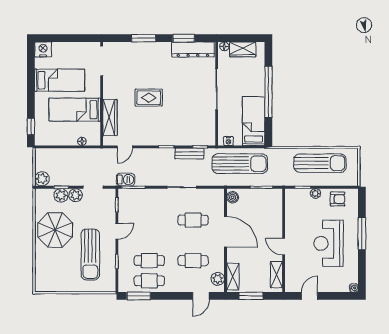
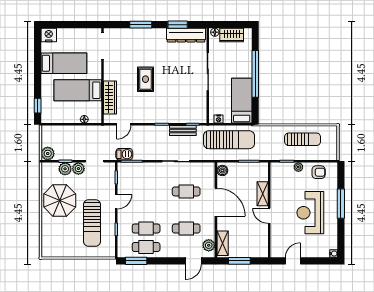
rug: (149, 98) -> (146, 79), turned 90
sun lounger: (320, 163) -> (303, 139), width x0.73, depth x0.75
shelving: (276, 275) -> (263, 194), moved

